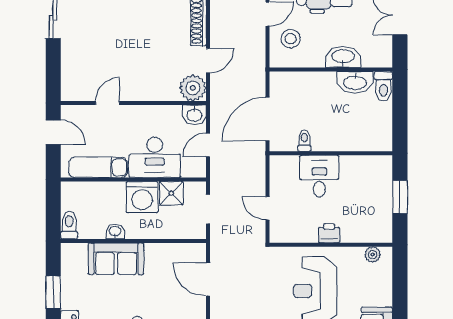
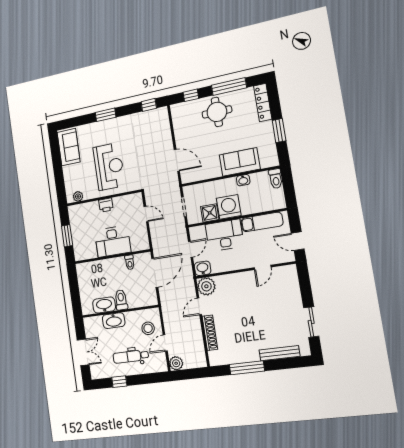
toilet: (383, 86) -> (121, 300), moved
desk: (319, 176) -> (113, 241), width x1.37

